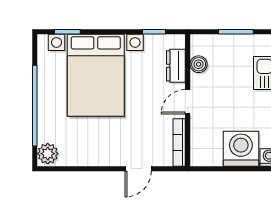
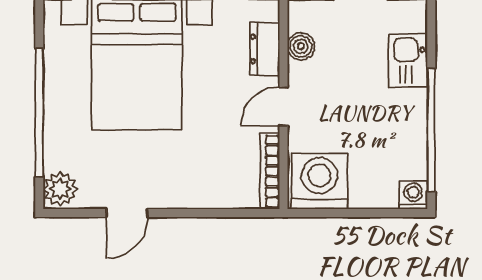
washing machine: (241, 149) -> (319, 181), moved
door: (138, 169) -> (127, 213), moved

